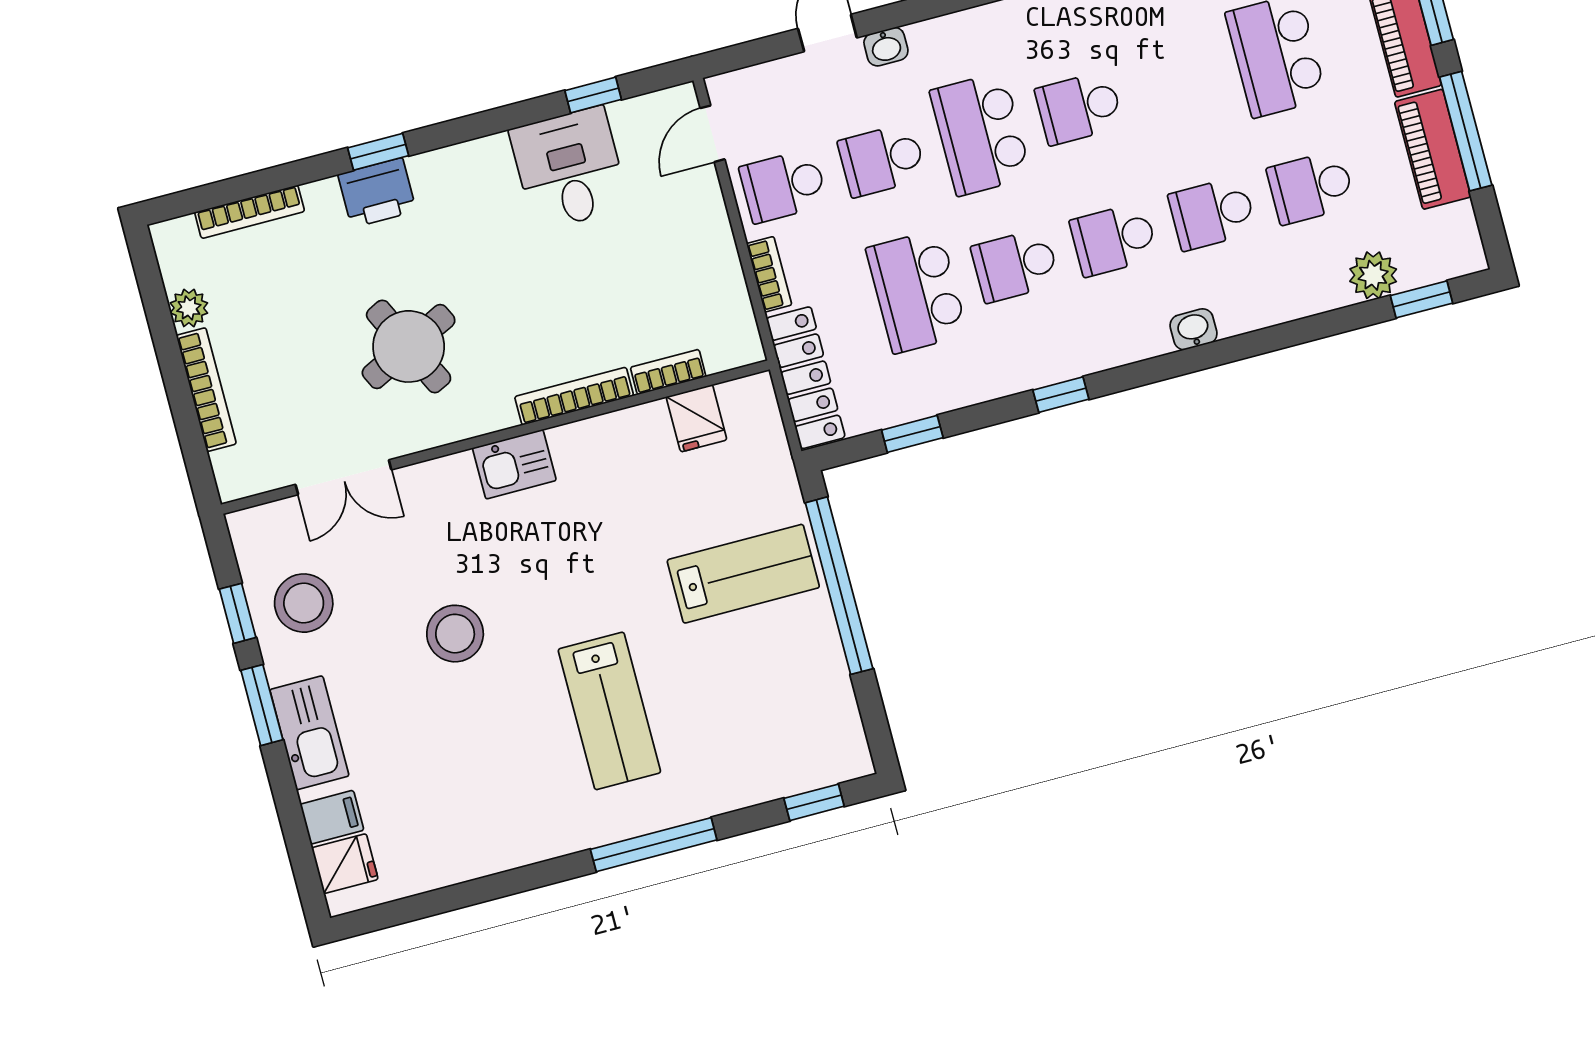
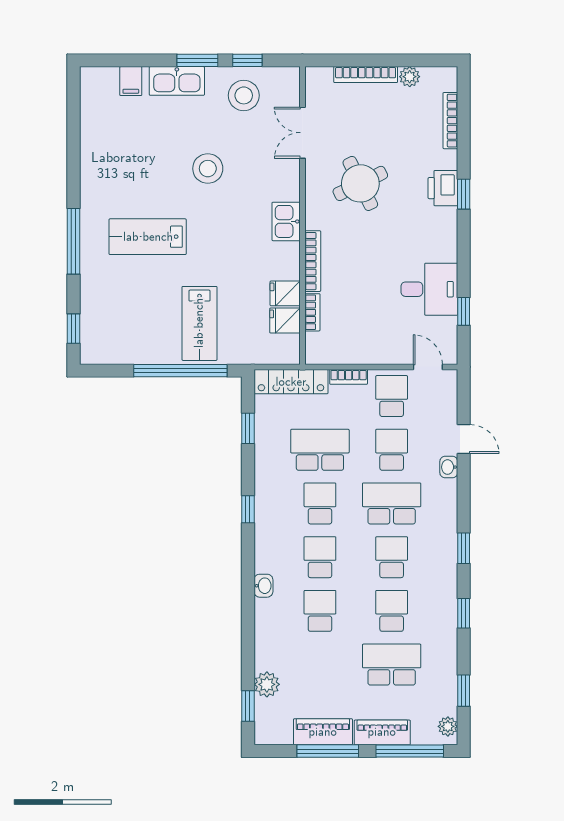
school desk: (1311, 187) -> (392, 611), moved
fridge: (345, 864) -> (285, 293), moved, turned 90

